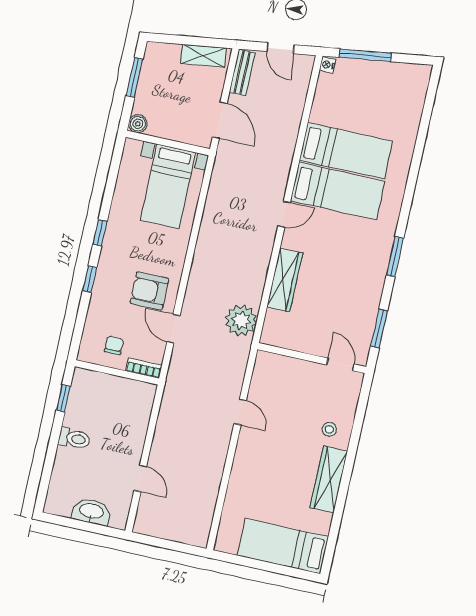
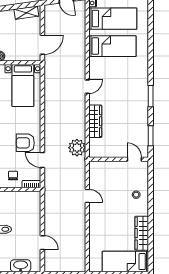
bench: (242, 73) -> (49, 17), removed
door: (220, 120) -> (42, 45), hinge flipped
bed: (338, 191) -> (113, 19), moved
wardrobe: (329, 479) -> (142, 233), moved

